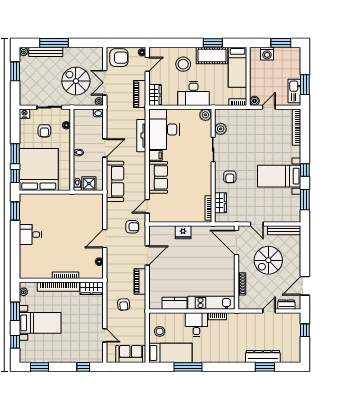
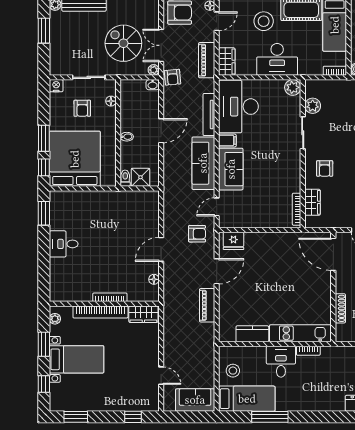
sofa: (115, 181) -> (203, 163), moved, turned 180
fridge: (183, 232) -> (233, 241), moved
armchair: (124, 304) -> (173, 77), moved

